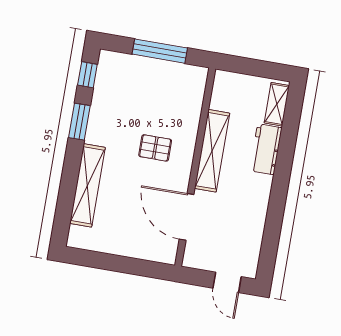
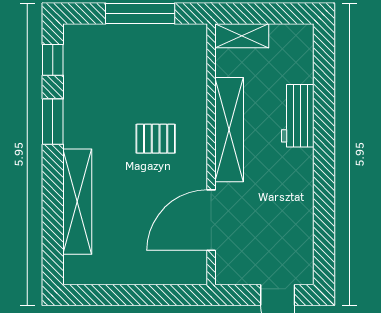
shelving: (277, 104) -> (242, 36), moved, turned 90
door: (187, 217) -> (211, 220), hinge flipped

